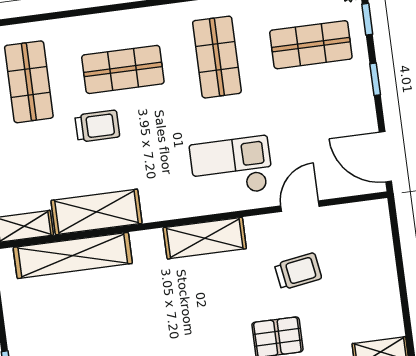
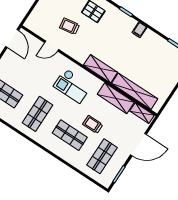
checkout: (231, 167) -> (72, 86), moved
shelving: (205, 238) -> (101, 69), moved

